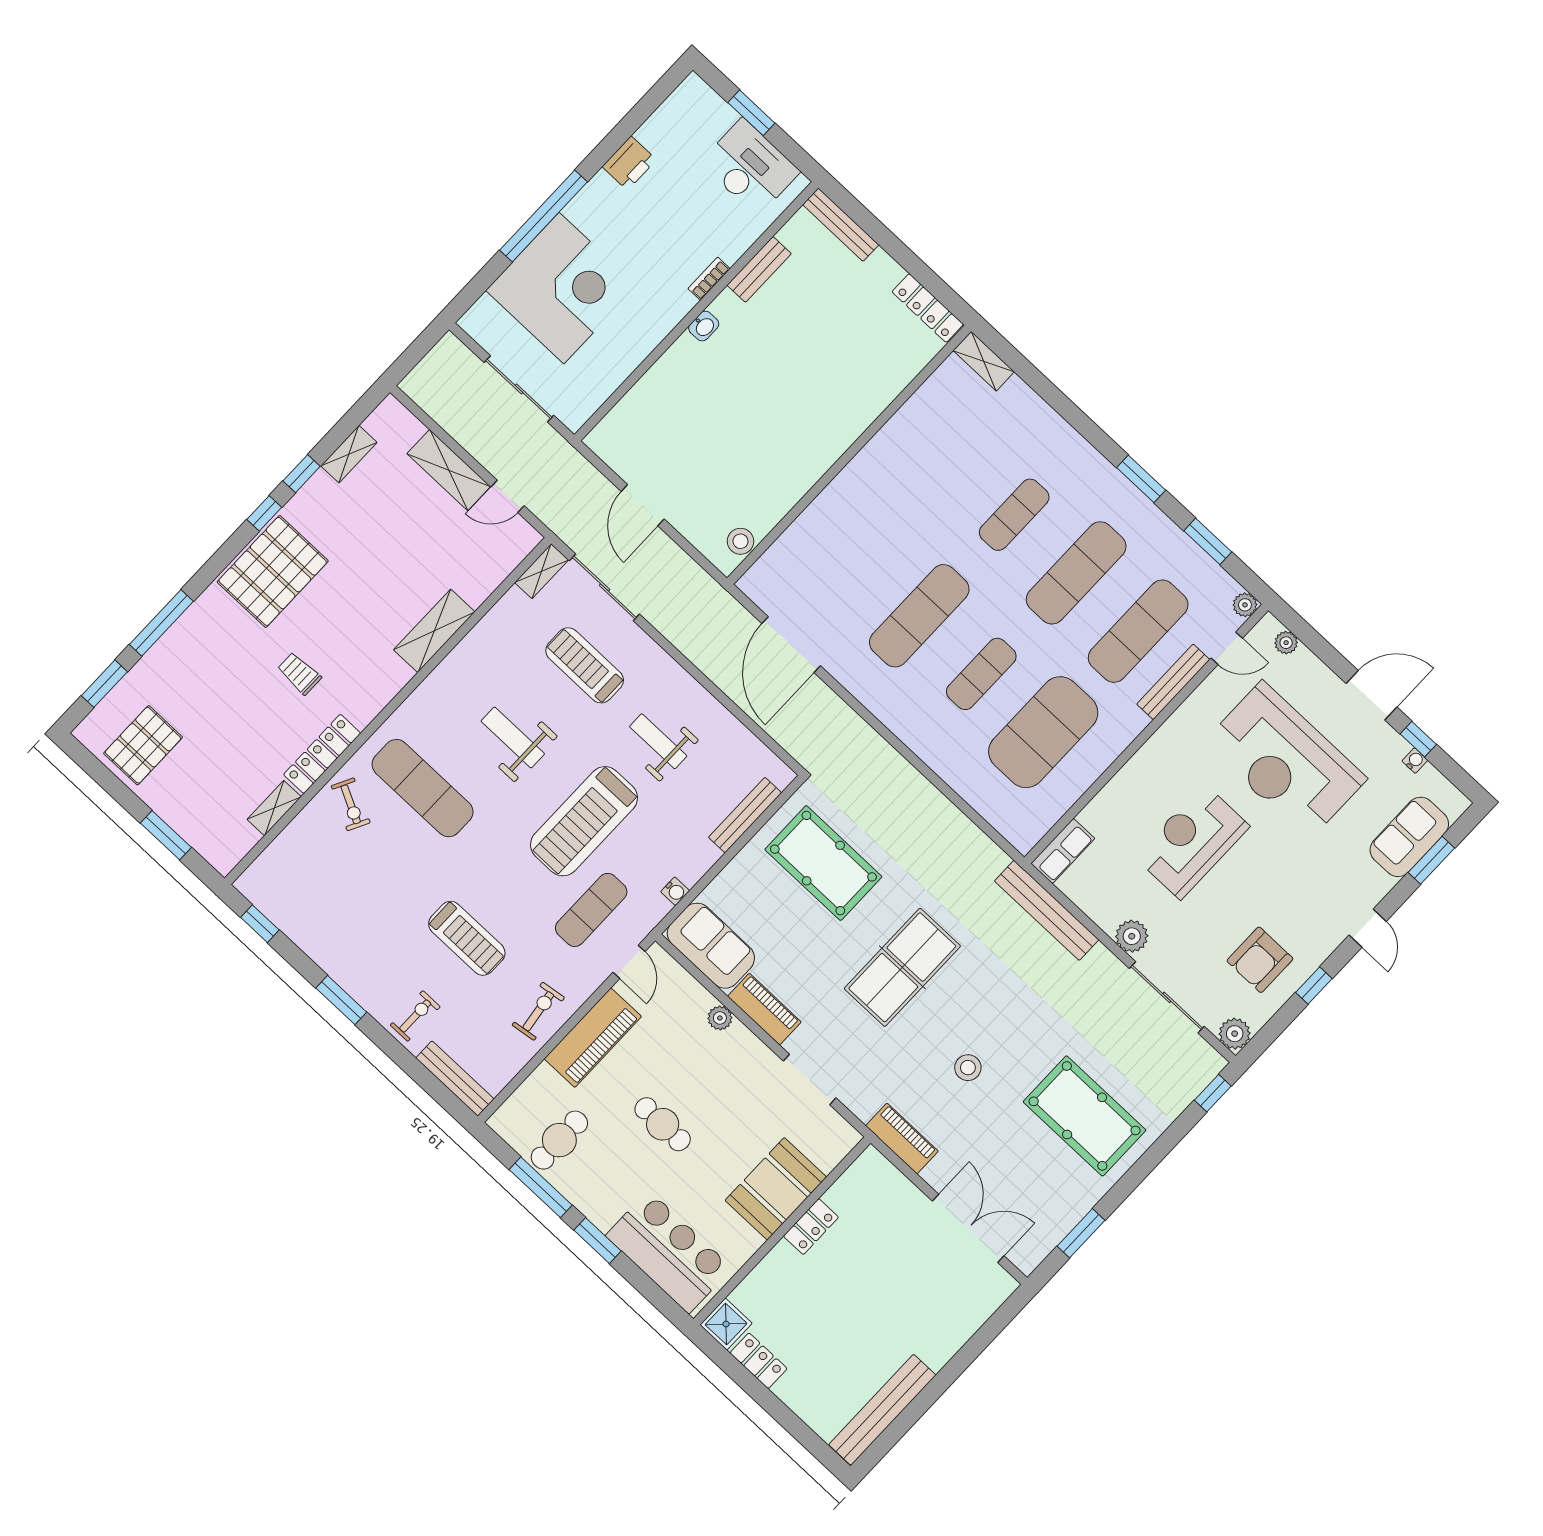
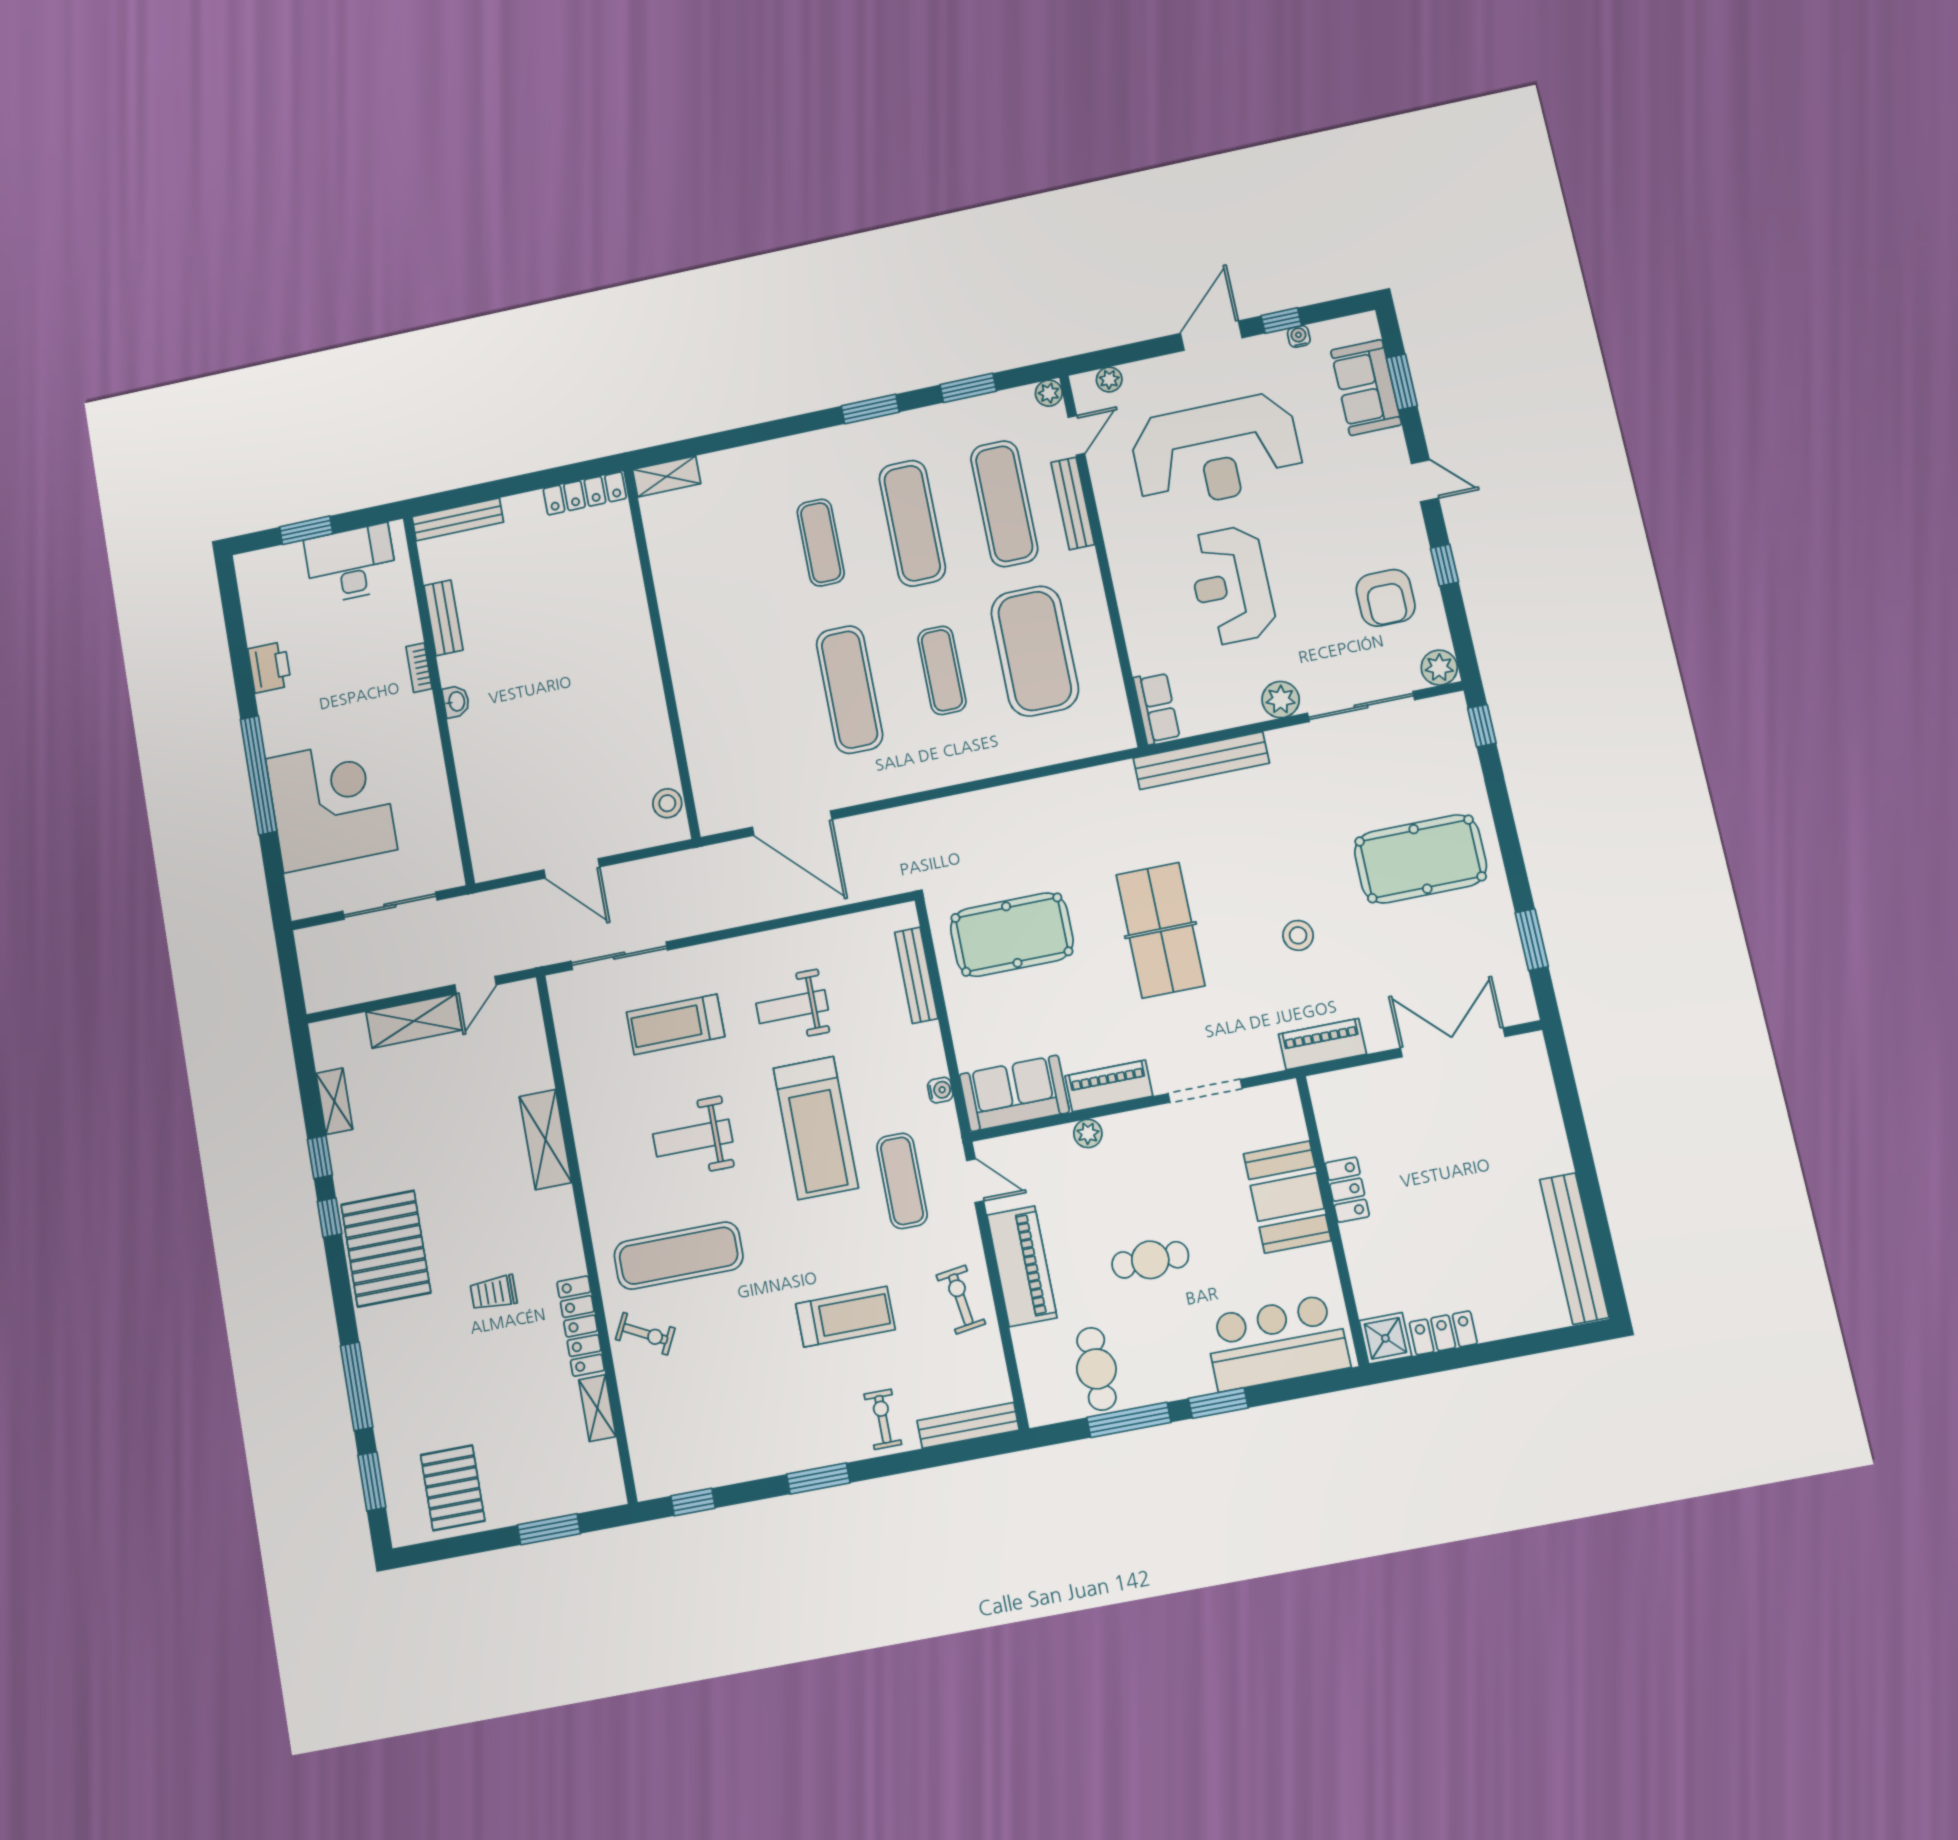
shelving: (542, 571) -> (564, 1002), removed

